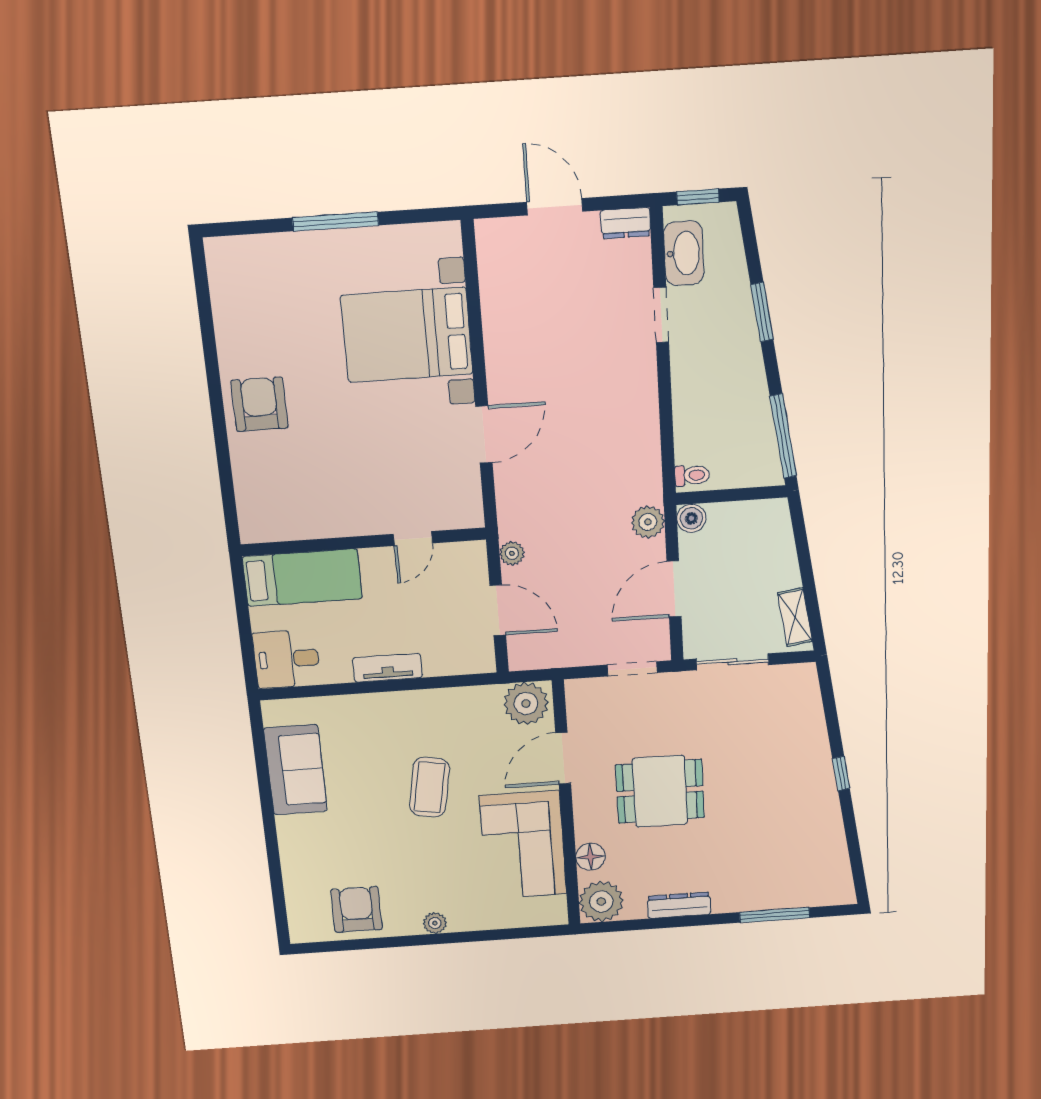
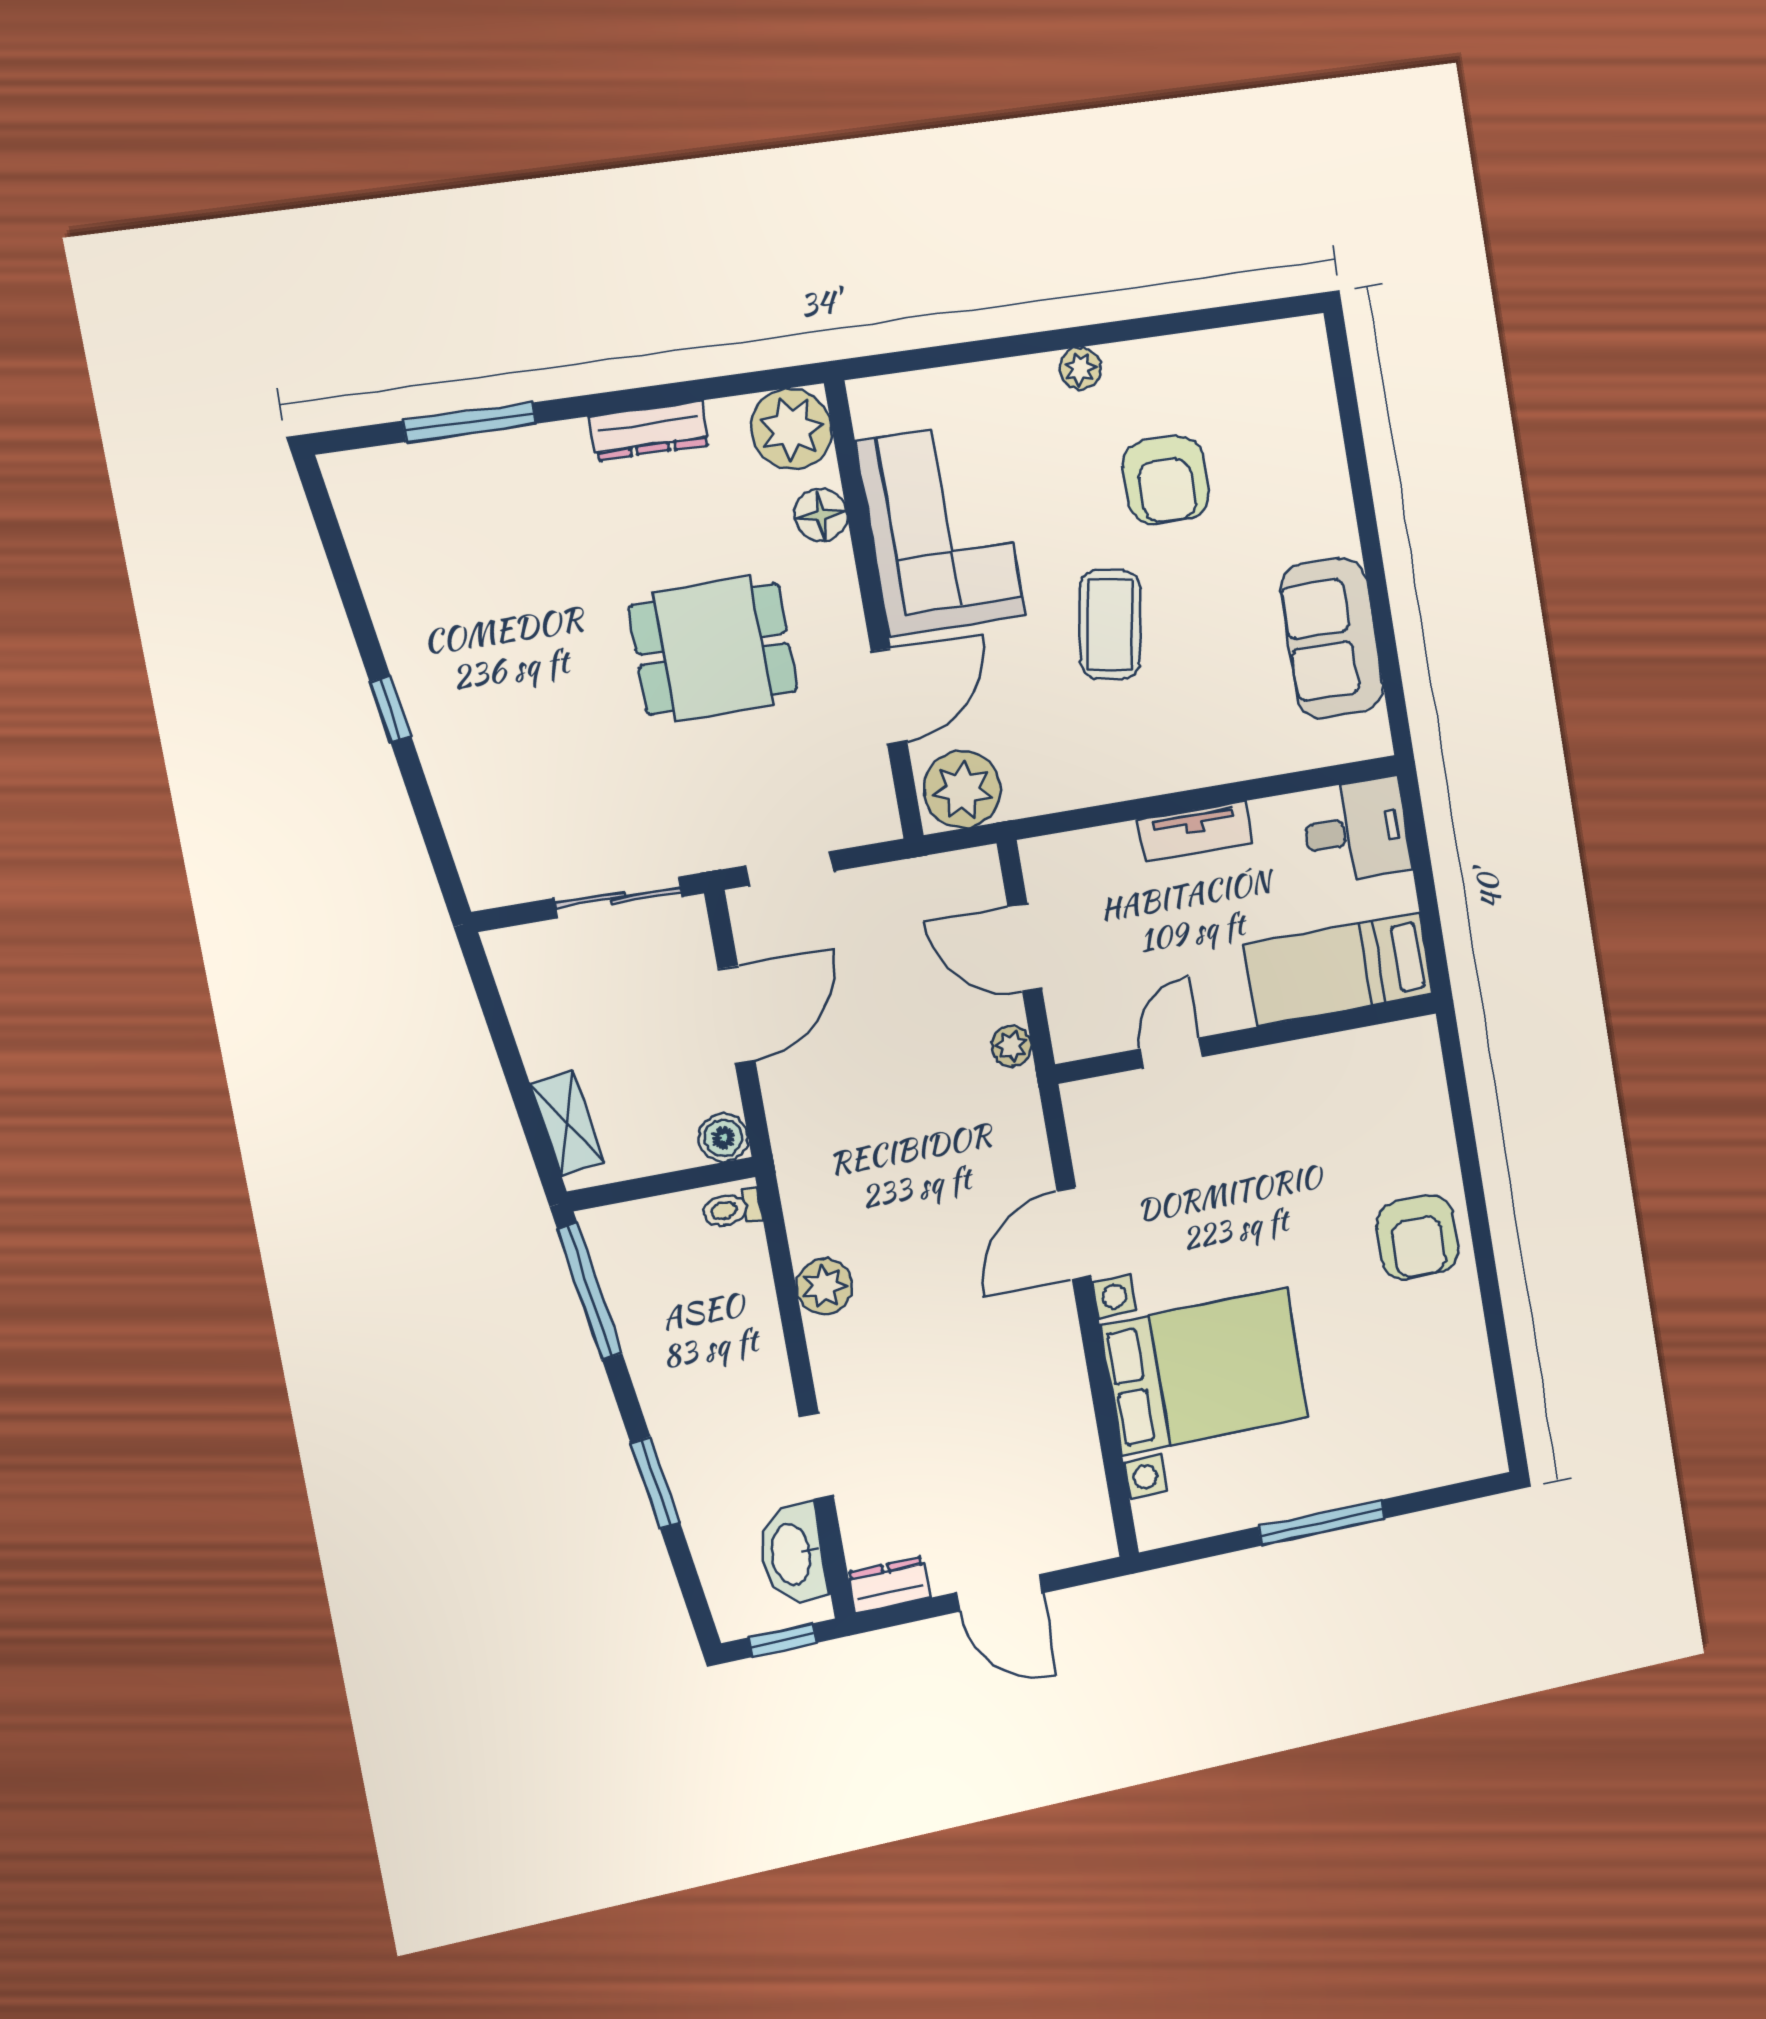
plant: (648, 522) -> (824, 1287), moved
shelving: (795, 617) -> (567, 1123), moved
armchair: (357, 910) -> (1166, 480), moved

